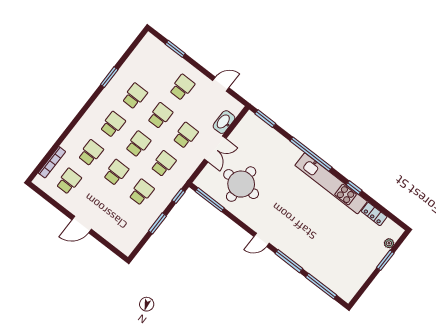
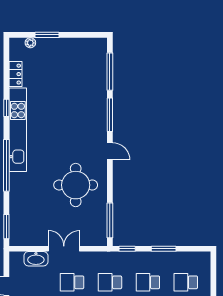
round table: (241, 184) -> (76, 185), moved
school desk: (119, 221) -> (186, 282), added

